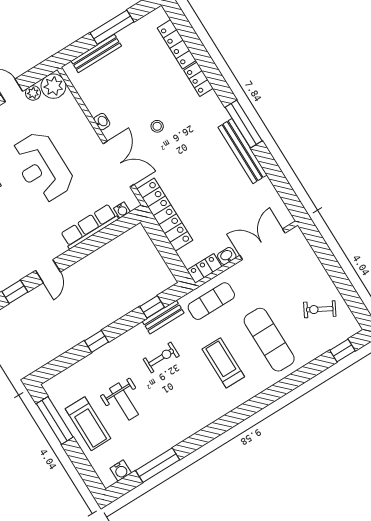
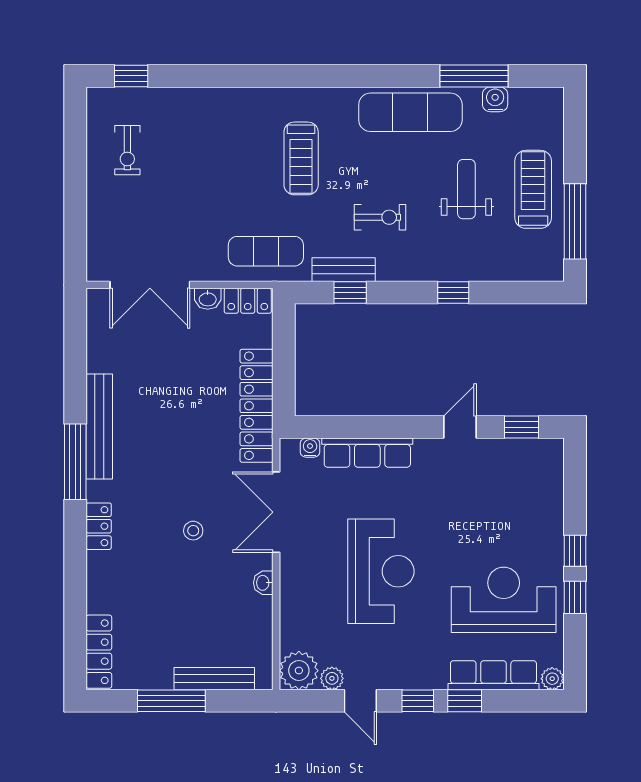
locker: (177, 44) -> (99, 652), moved
locker: (198, 79) -> (99, 526), moved
exercise bike: (320, 309) -> (127, 150), turned 61
exercise mat: (269, 340) -> (410, 112), moved, turned 90
exercise bike: (161, 358) -> (380, 217), turned 180
water cooler: (121, 471) -> (495, 99), moved

